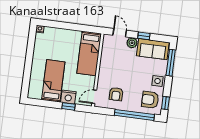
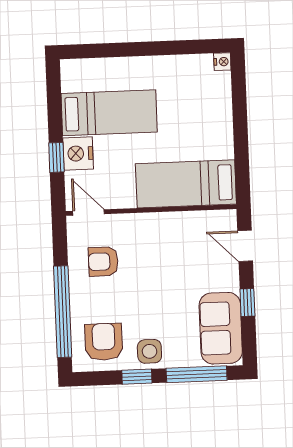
door: (120, 33) -> (245, 246), swing flipped
plant: (132, 43) -> (227, 278), removed
window: (165, 103) -> (137, 377), moved

